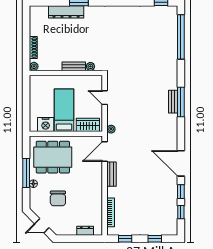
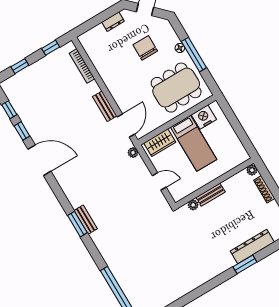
window: (181, 102) -> (77, 224), width x0.69
dresser: (85, 231) -> (113, 22), moved

